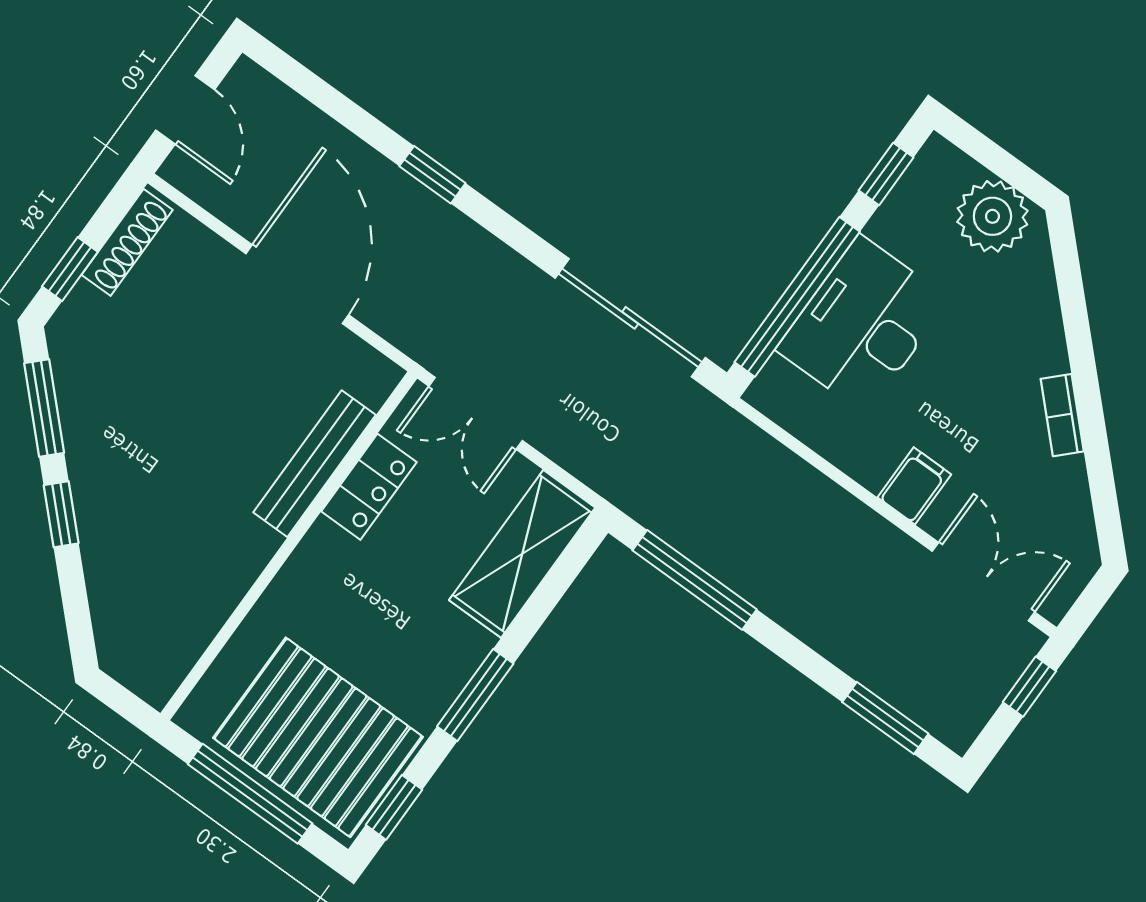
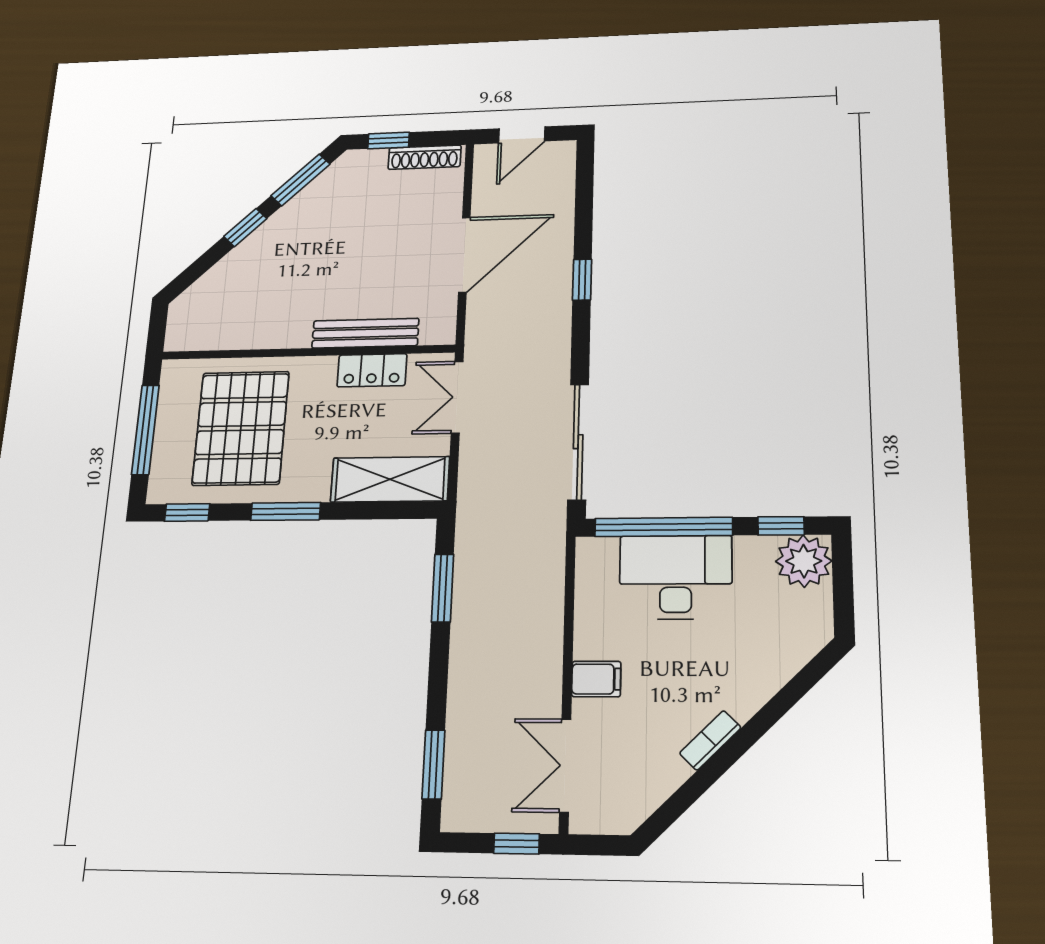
plant: (992, 216) -> (804, 561), moved
window: (695, 580) -> (443, 588), width x0.69
double door: (983, 582) -> (565, 765), swing flipped
pallet: (318, 737) -> (241, 428), moved

